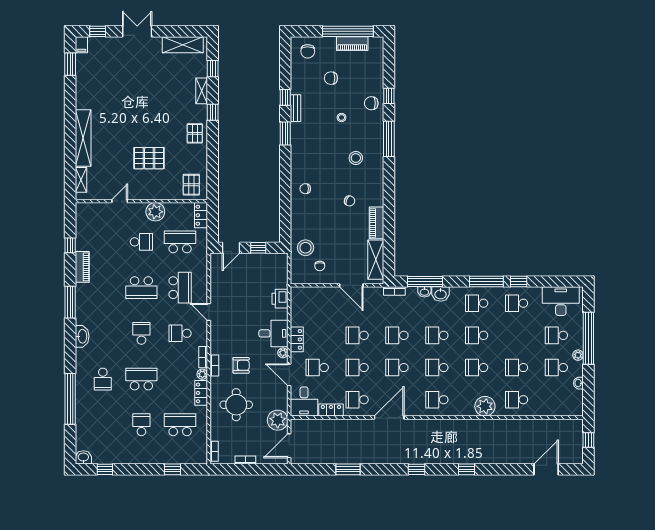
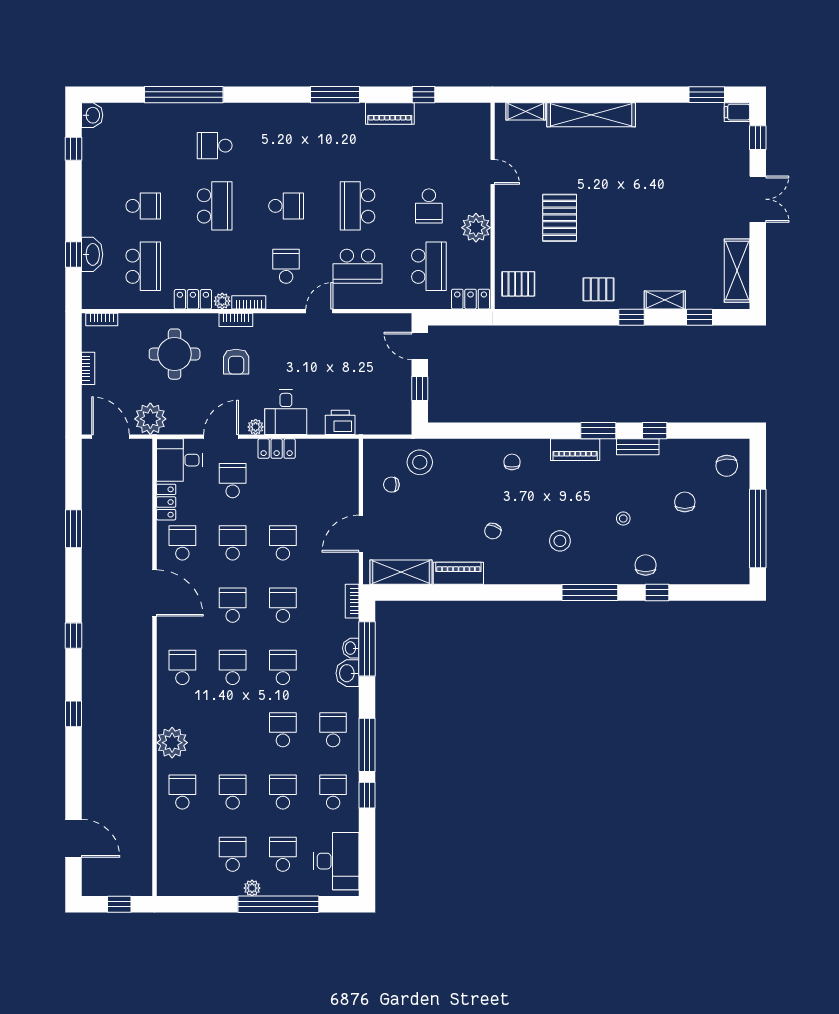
piano: (352, 44) -> (575, 450), moved, turned -90
chair: (308, 51) -> (727, 466), turned -94
washbasin: (82, 336) -> (92, 254), moved, turned -90
school desk: (477, 368) -> (283, 792), moved
washbasin: (578, 383) -> (208, 889), removed

